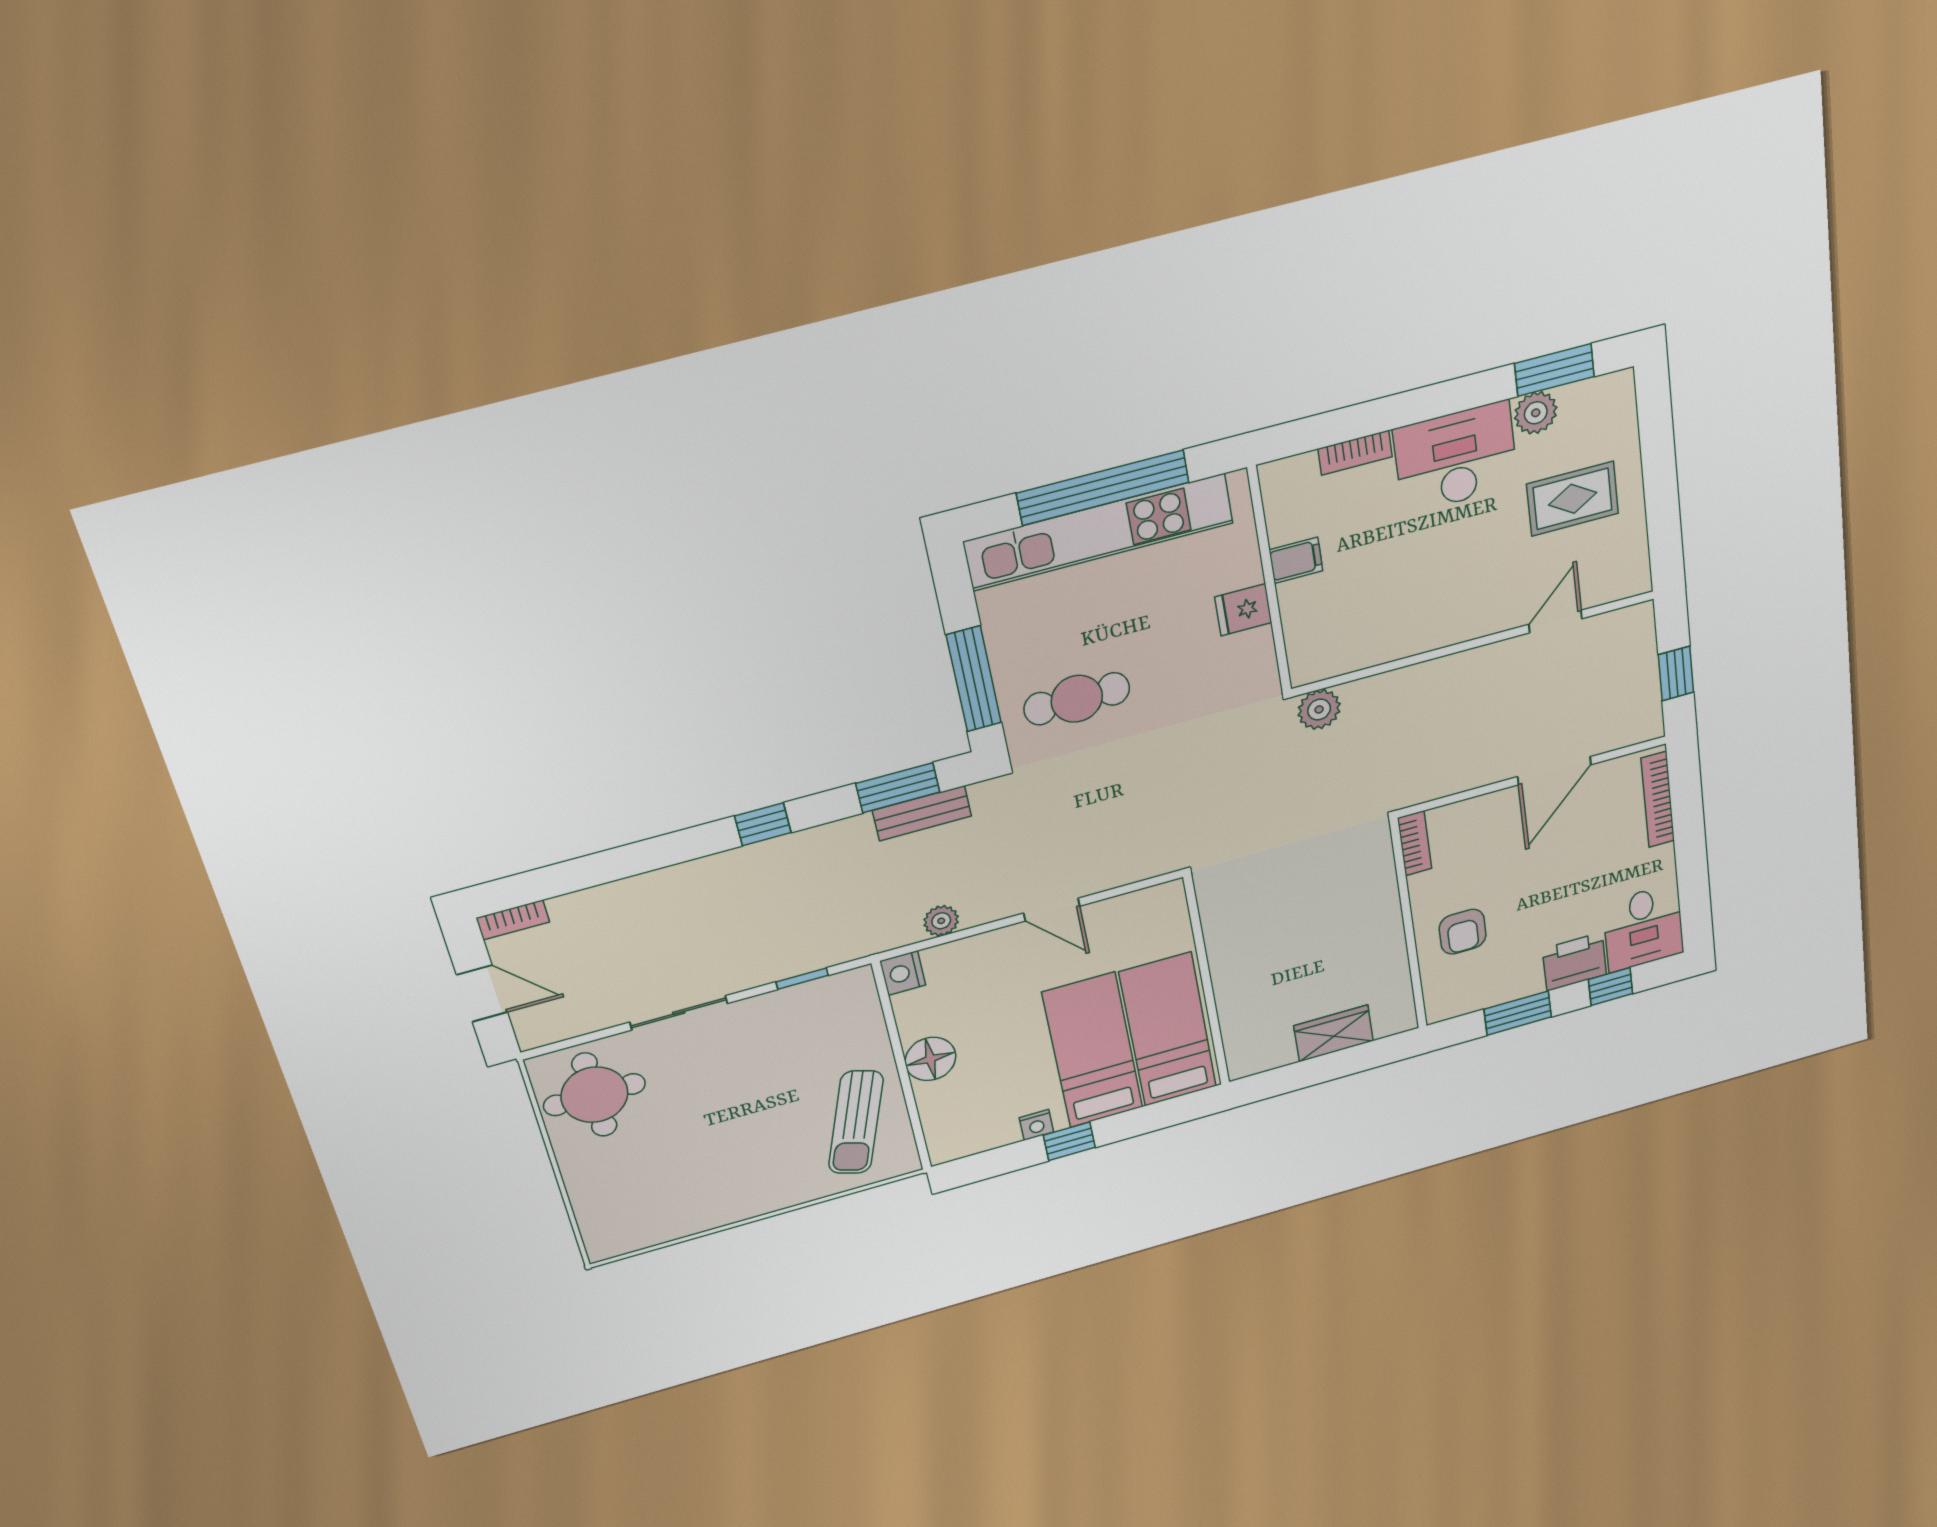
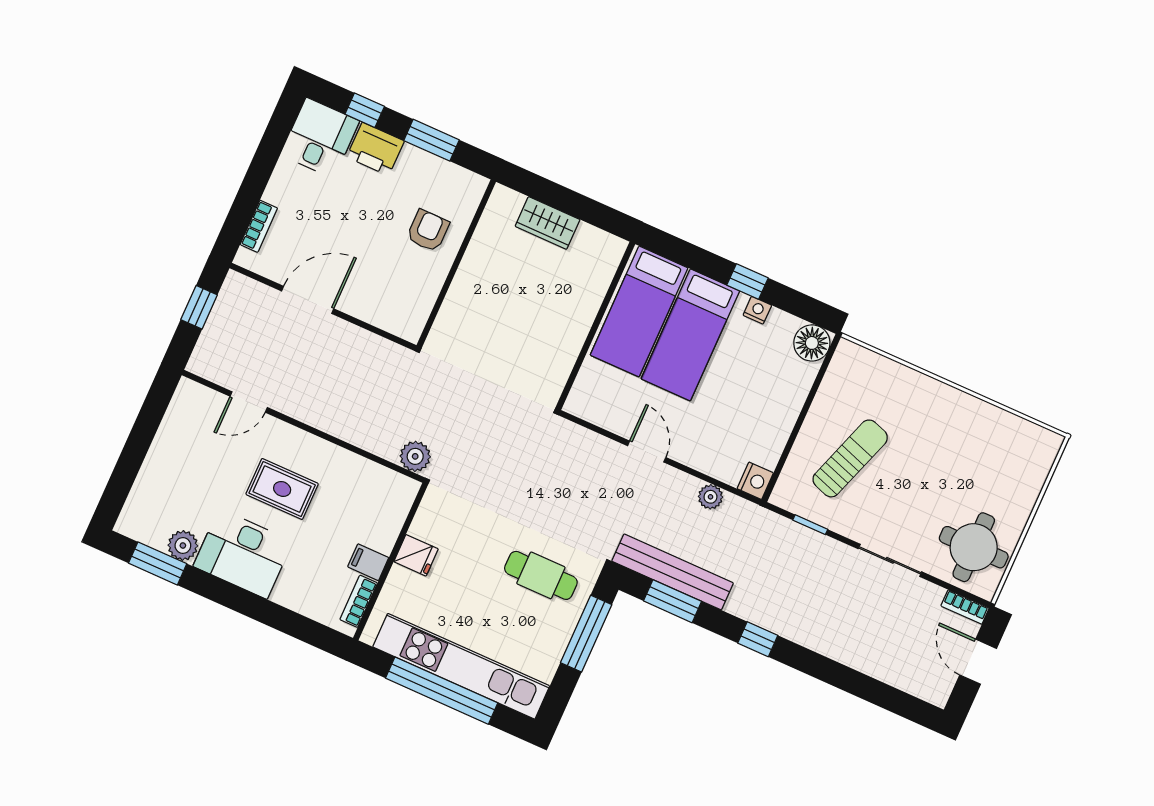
bookcase: (1355, 453) -> (359, 601), moved, turned -90
rug: (1573, 499) -> (282, 489), moved
bookcase: (1658, 800) -> (259, 226), width x0.64
bench: (922, 813) -> (673, 572), width x1.86, depth x1.21
bookcase: (1415, 843) -> (418, 319), removed
bookcase: (513, 920) -> (965, 607), moved, turned 180
floor lamp: (930, 1059) -> (812, 343), moved
sun lounger: (856, 1122) -> (850, 458), moved

